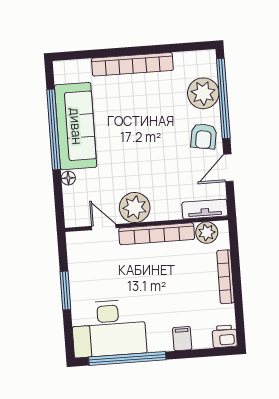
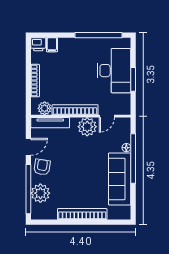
window: (54, 129) -> (133, 158), moved
tv unit: (205, 209) -> (50, 123), width x1.41
door: (104, 227) -> (107, 116), hinge flipped
desk: (109, 328) -> (114, 71), moved, turned 90
filing cabinet: (182, 339) -> (52, 45), moved

